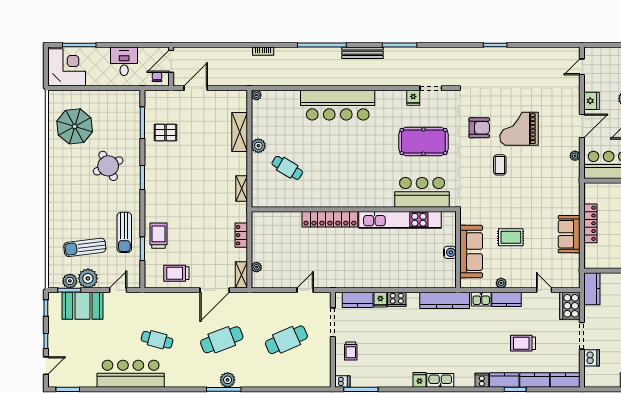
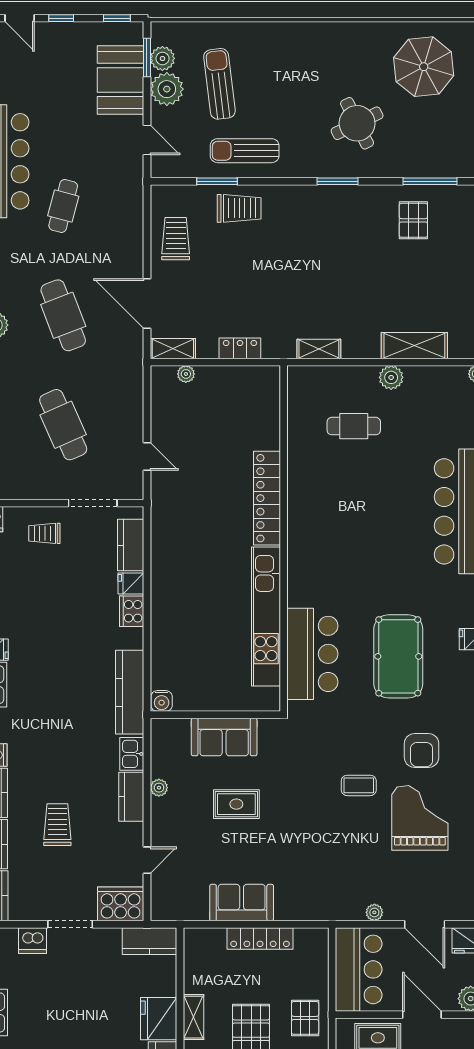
cafe table: (287, 168) -> (354, 426), turned 59
rug: (511, 237) -> (236, 804), turned 90
water cooler: (450, 252) -> (162, 701), moved
sofa: (471, 252) -> (224, 737), width x0.73

